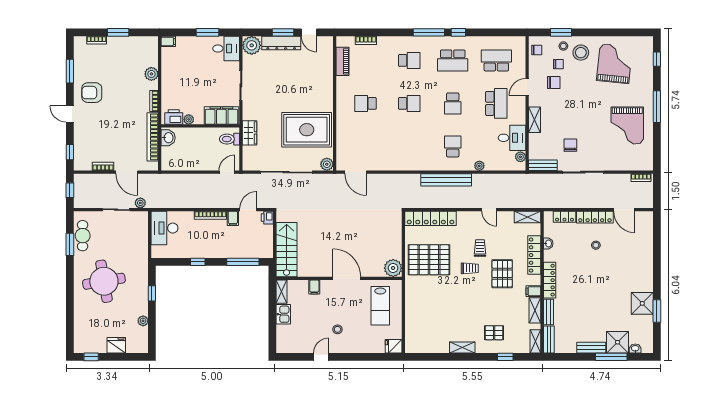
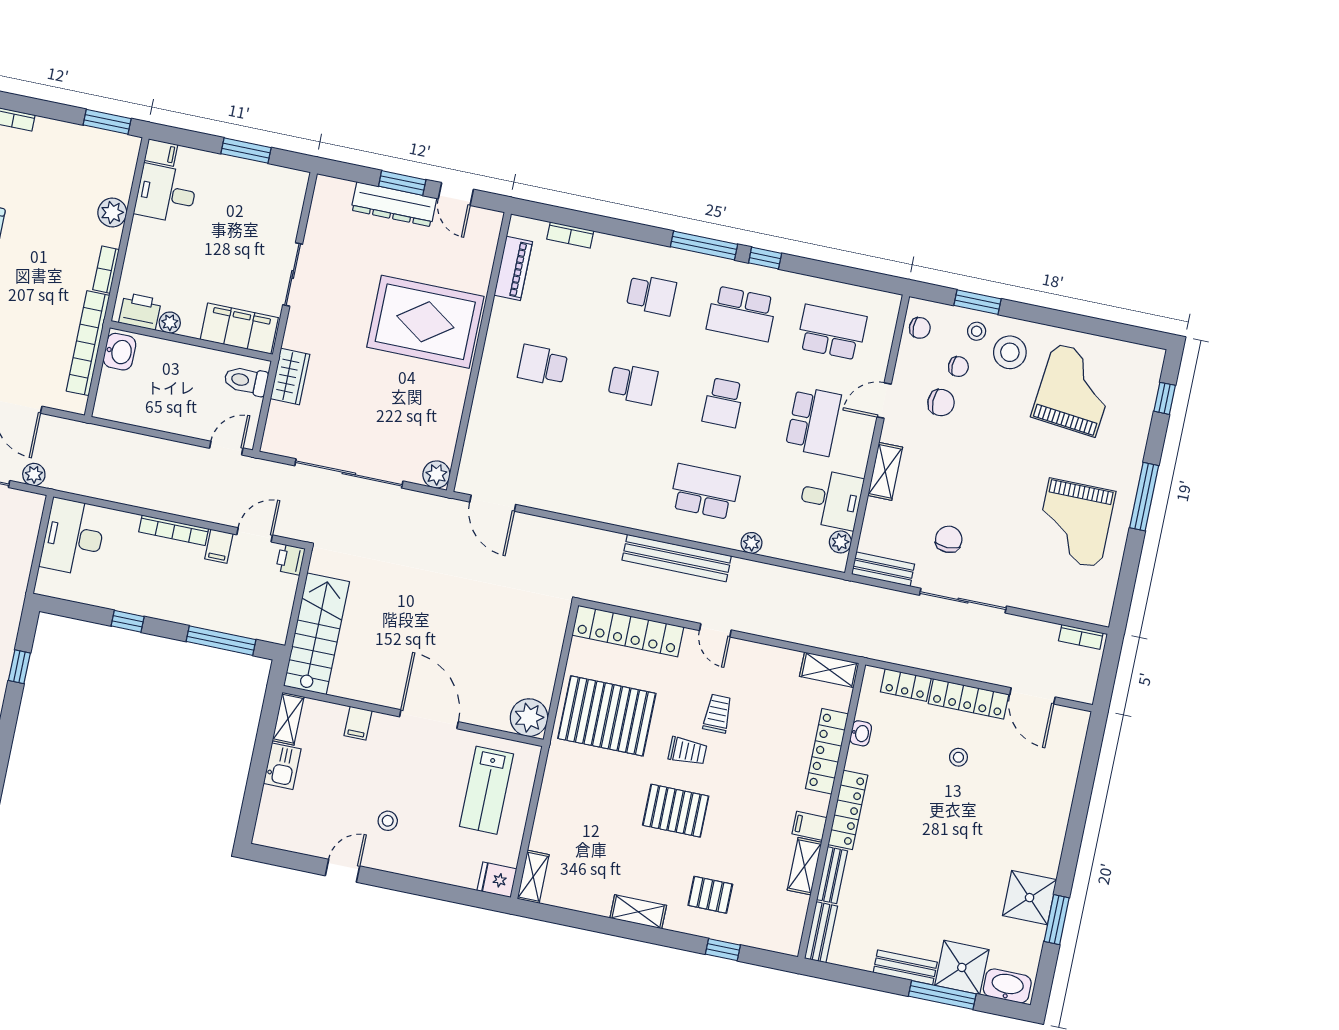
window: (118, 32) -> (107, 122), moved
plant: (252, 45) -> (332, 196), removed
desk: (226, 49) -> (166, 194), moved, turned 180
rug: (307, 130) -> (425, 322), moved
school desk: (453, 146) -> (705, 492), width x1.85
door: (489, 210) -> (715, 630), moved
pallet: (502, 274) -> (676, 811), moved, turned 90
shelving: (535, 341) -> (533, 877), moved
washbasin: (635, 349) -> (1007, 986), width x1.91, depth x1.45

